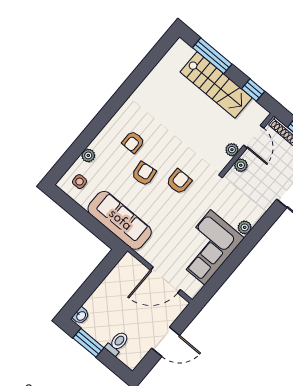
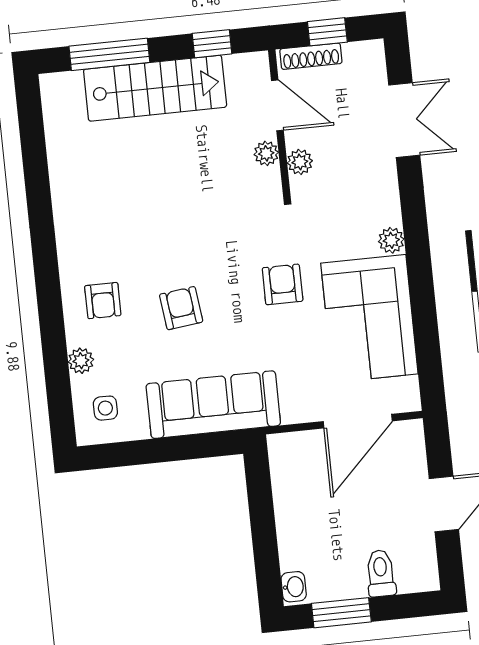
armchair: (133, 142) -> (103, 301), moved
armchair: (179, 182) -> (283, 284), moved

